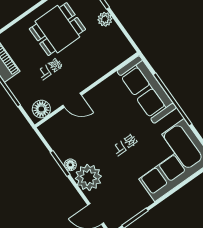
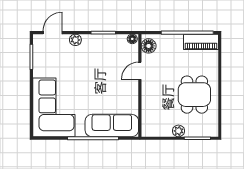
floor lamp: (70, 165) -> (132, 39), moved
plant: (88, 177) -> (75, 40), width x0.53, depth x0.53

